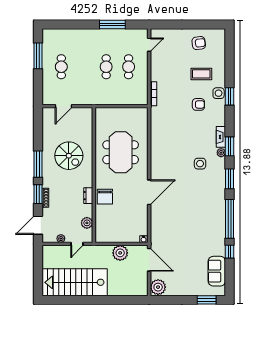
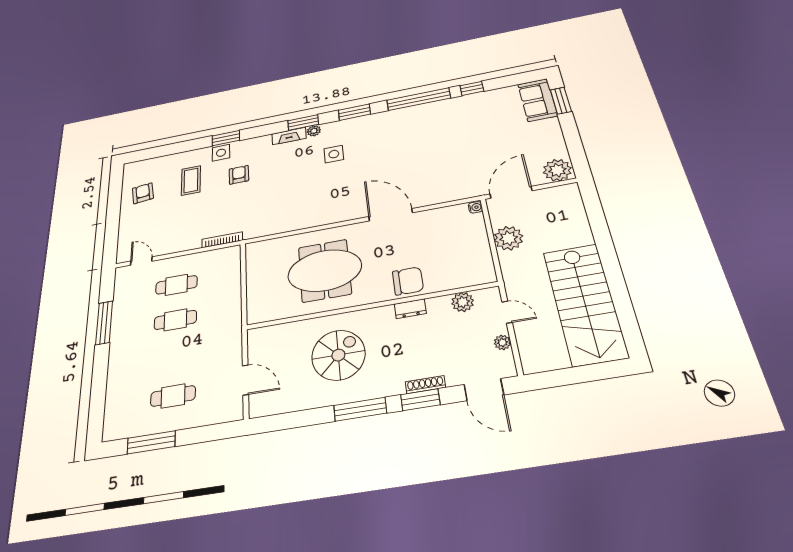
sofa: (217, 271) -> (538, 100), moved, turned 90

